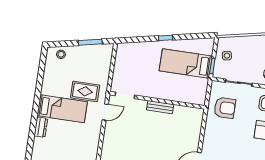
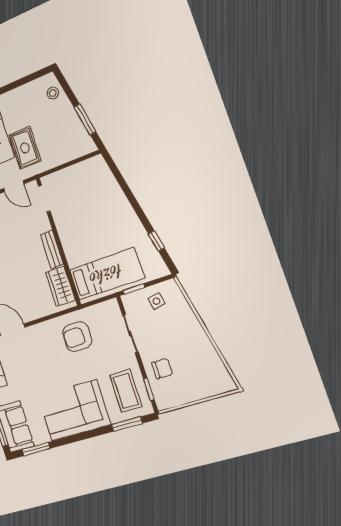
window: (166, 38) -> (156, 241), moved
bed: (186, 63) -> (107, 274), moved, turned 90
armchair: (225, 108) -> (77, 337), moved, turned 90
wardrobe: (186, 114) -> (60, 286), added

